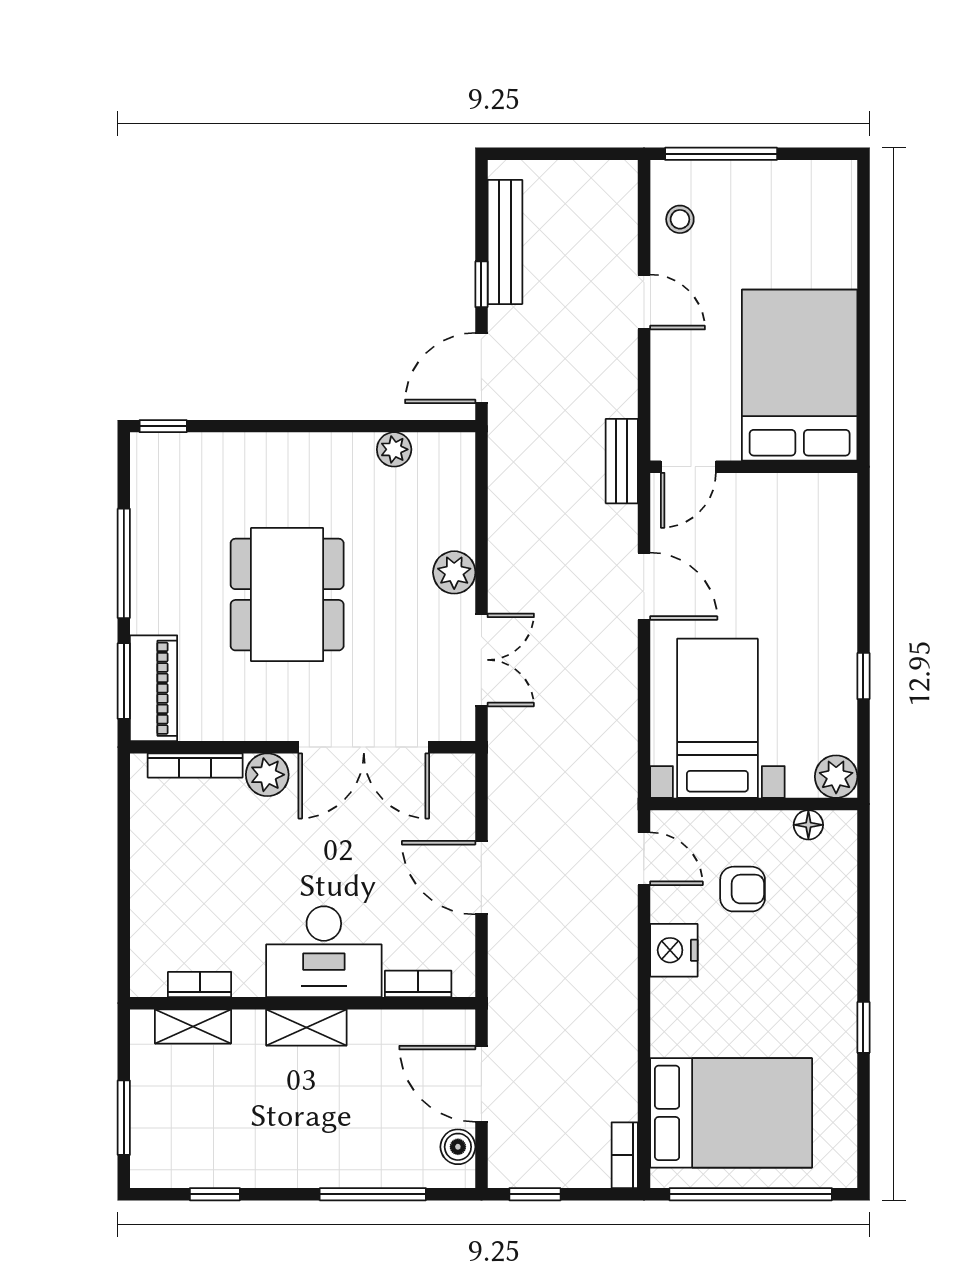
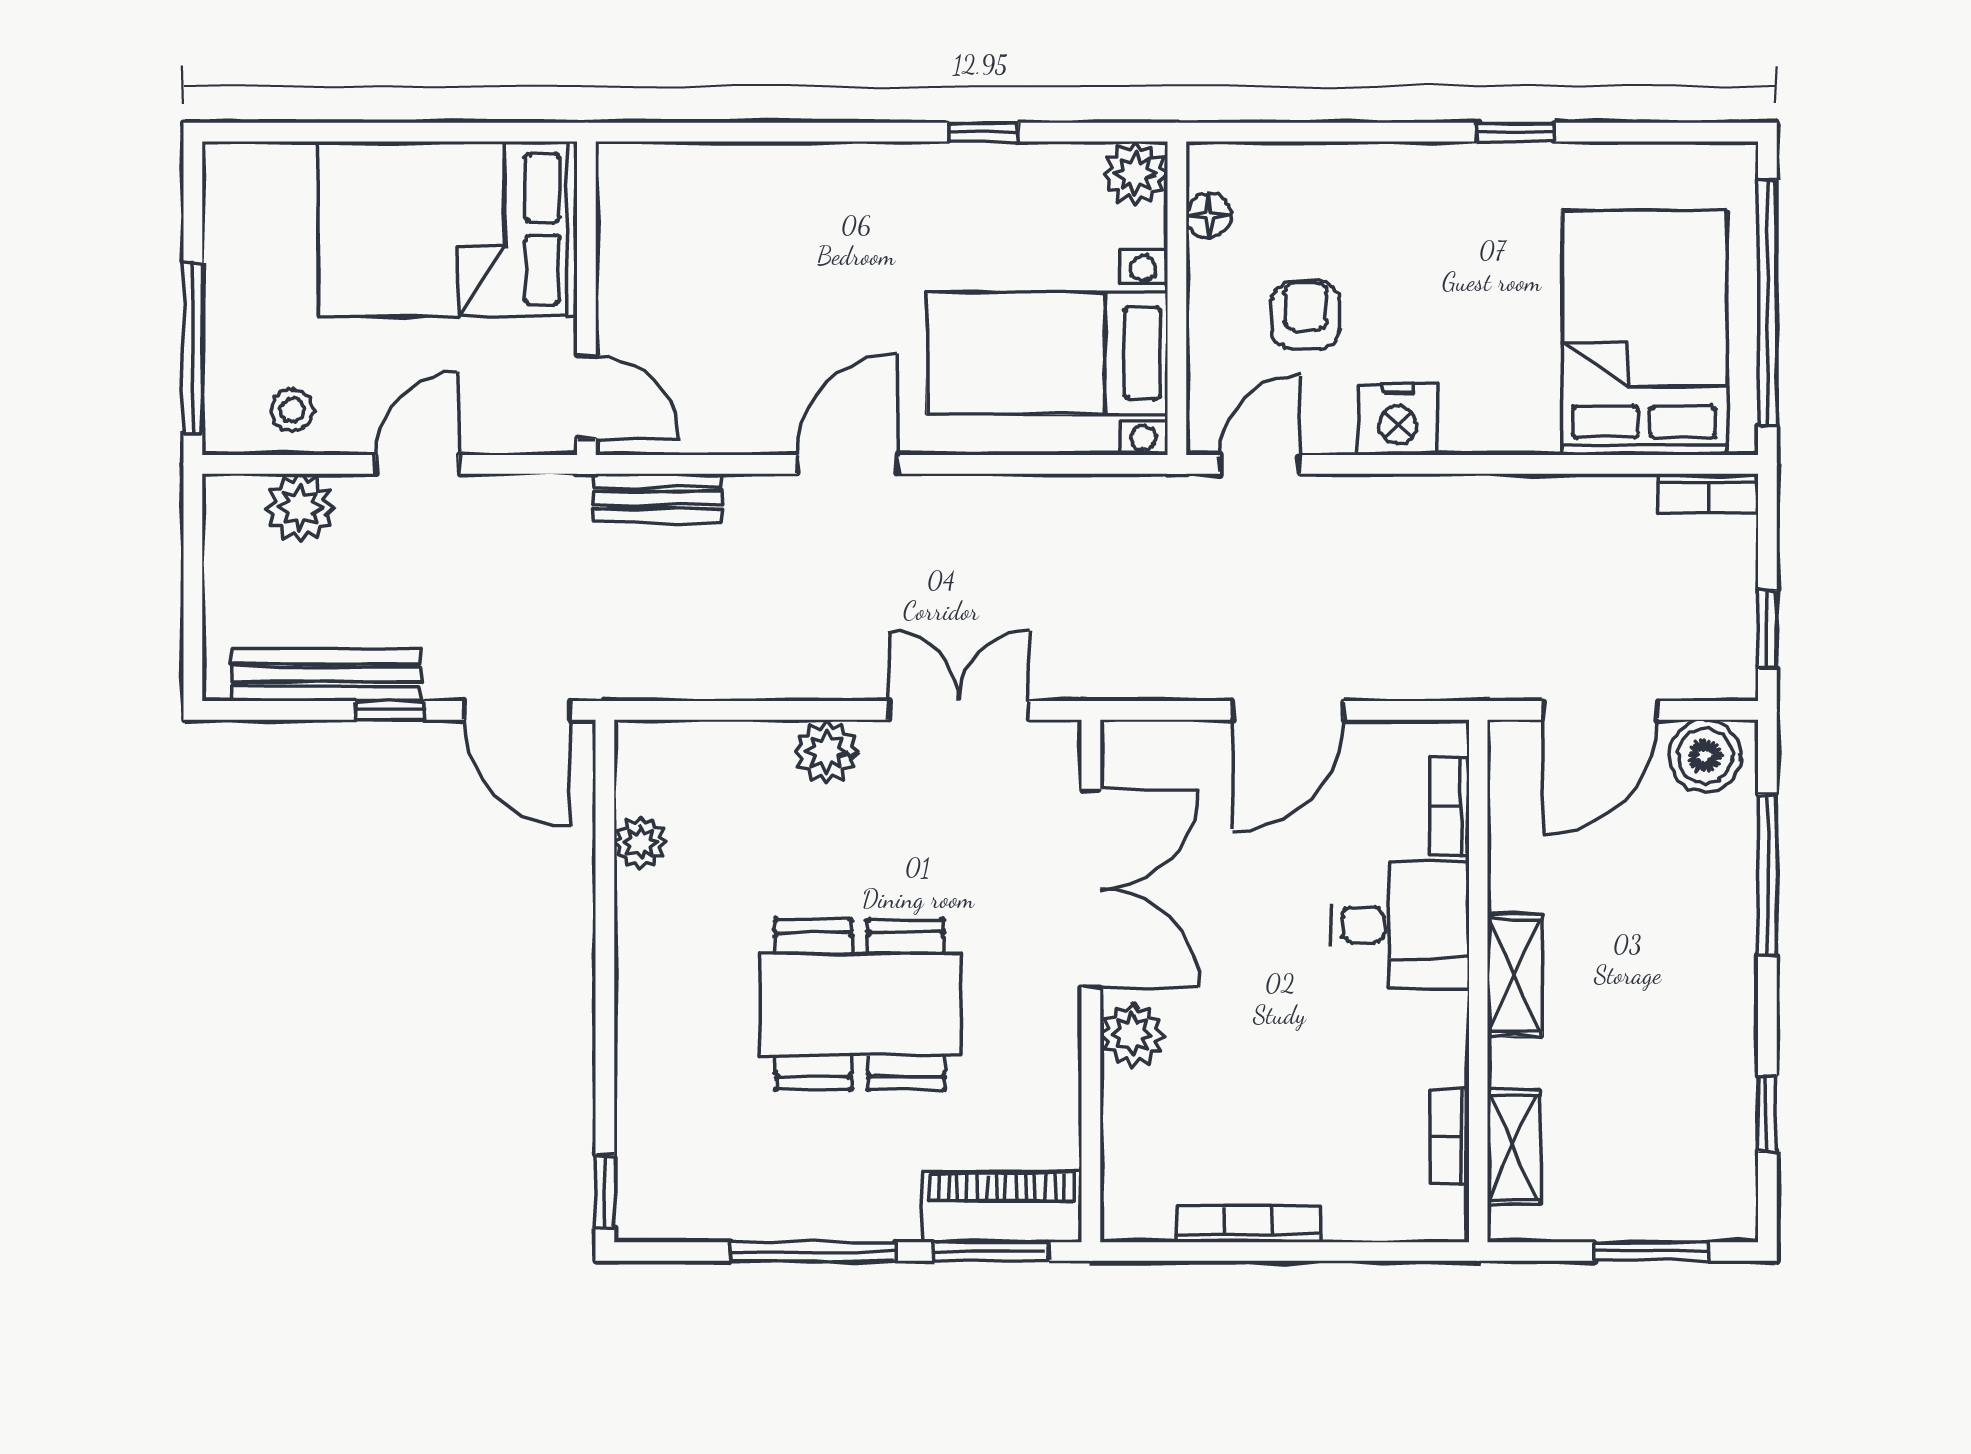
plant: (615, 225) -> (300, 508), added
bed: (800, 375) -> (448, 229), moved
door: (688, 467) -> (586, 397), moved
wall: (754, 467) -> (586, 298), moved
bookcase: (195, 765) -> (1248, 1224), moved, turned -90
desk: (324, 952) -> (1400, 925), width x0.73
boiler: (458, 1147) -> (1705, 756), width x1.36, depth x1.36

